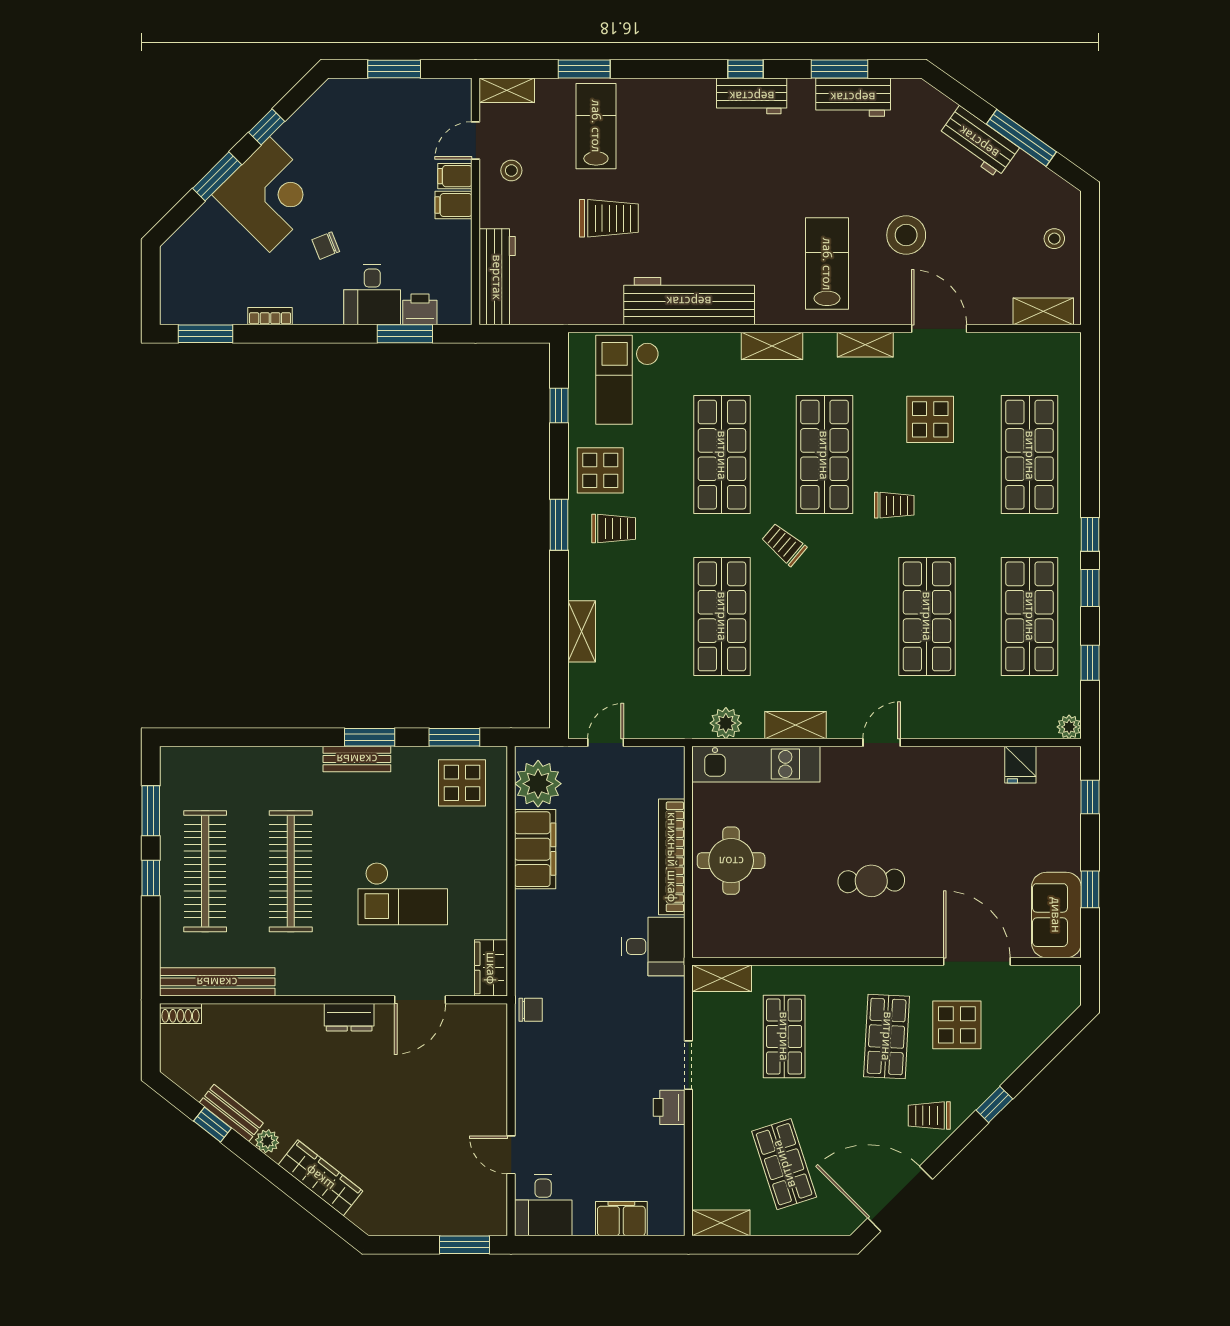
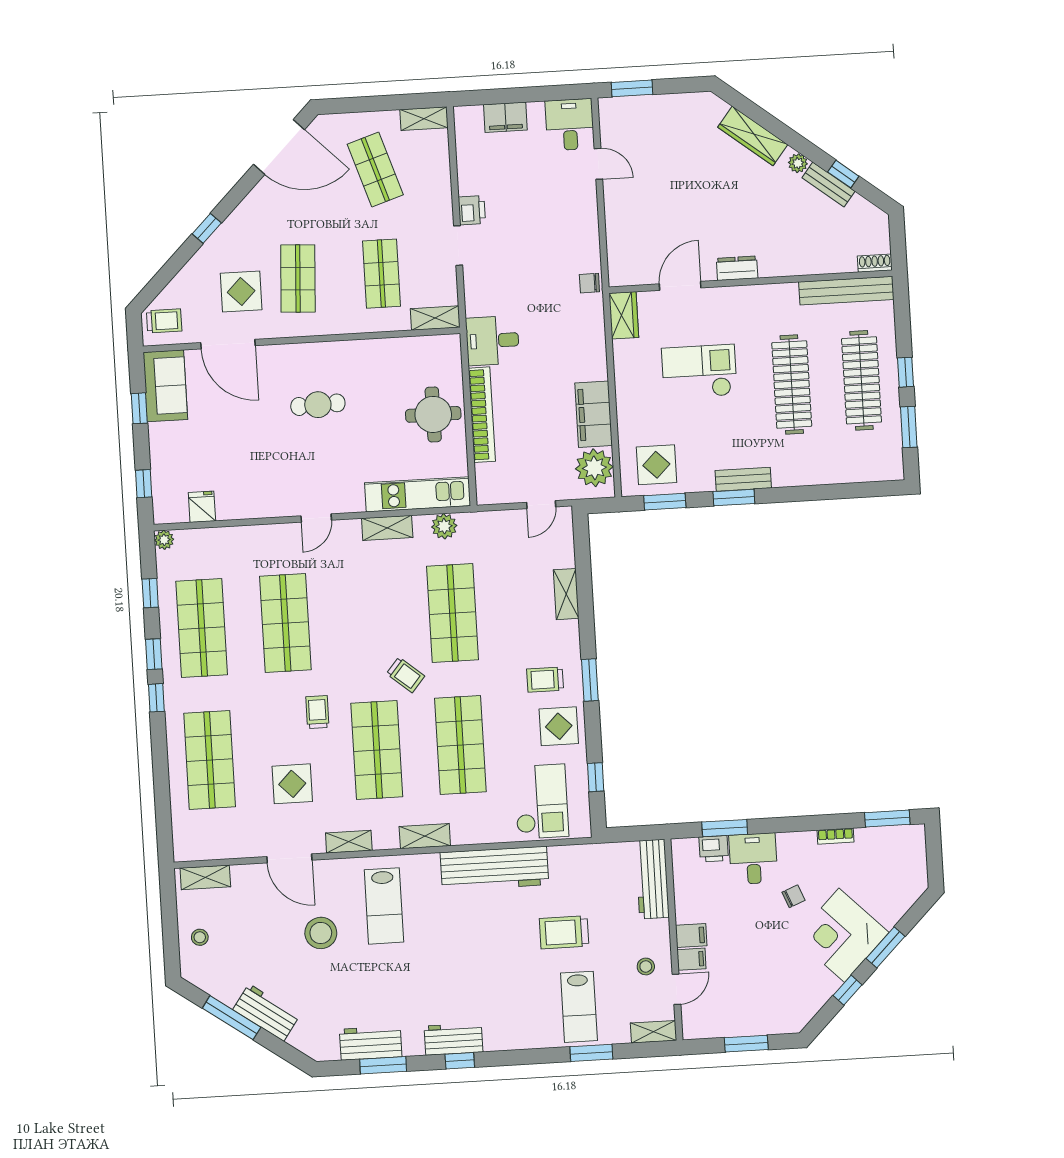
trolley: (894, 505) -> (317, 712), turned 90
trolley: (929, 1116) -> (164, 321), moved

